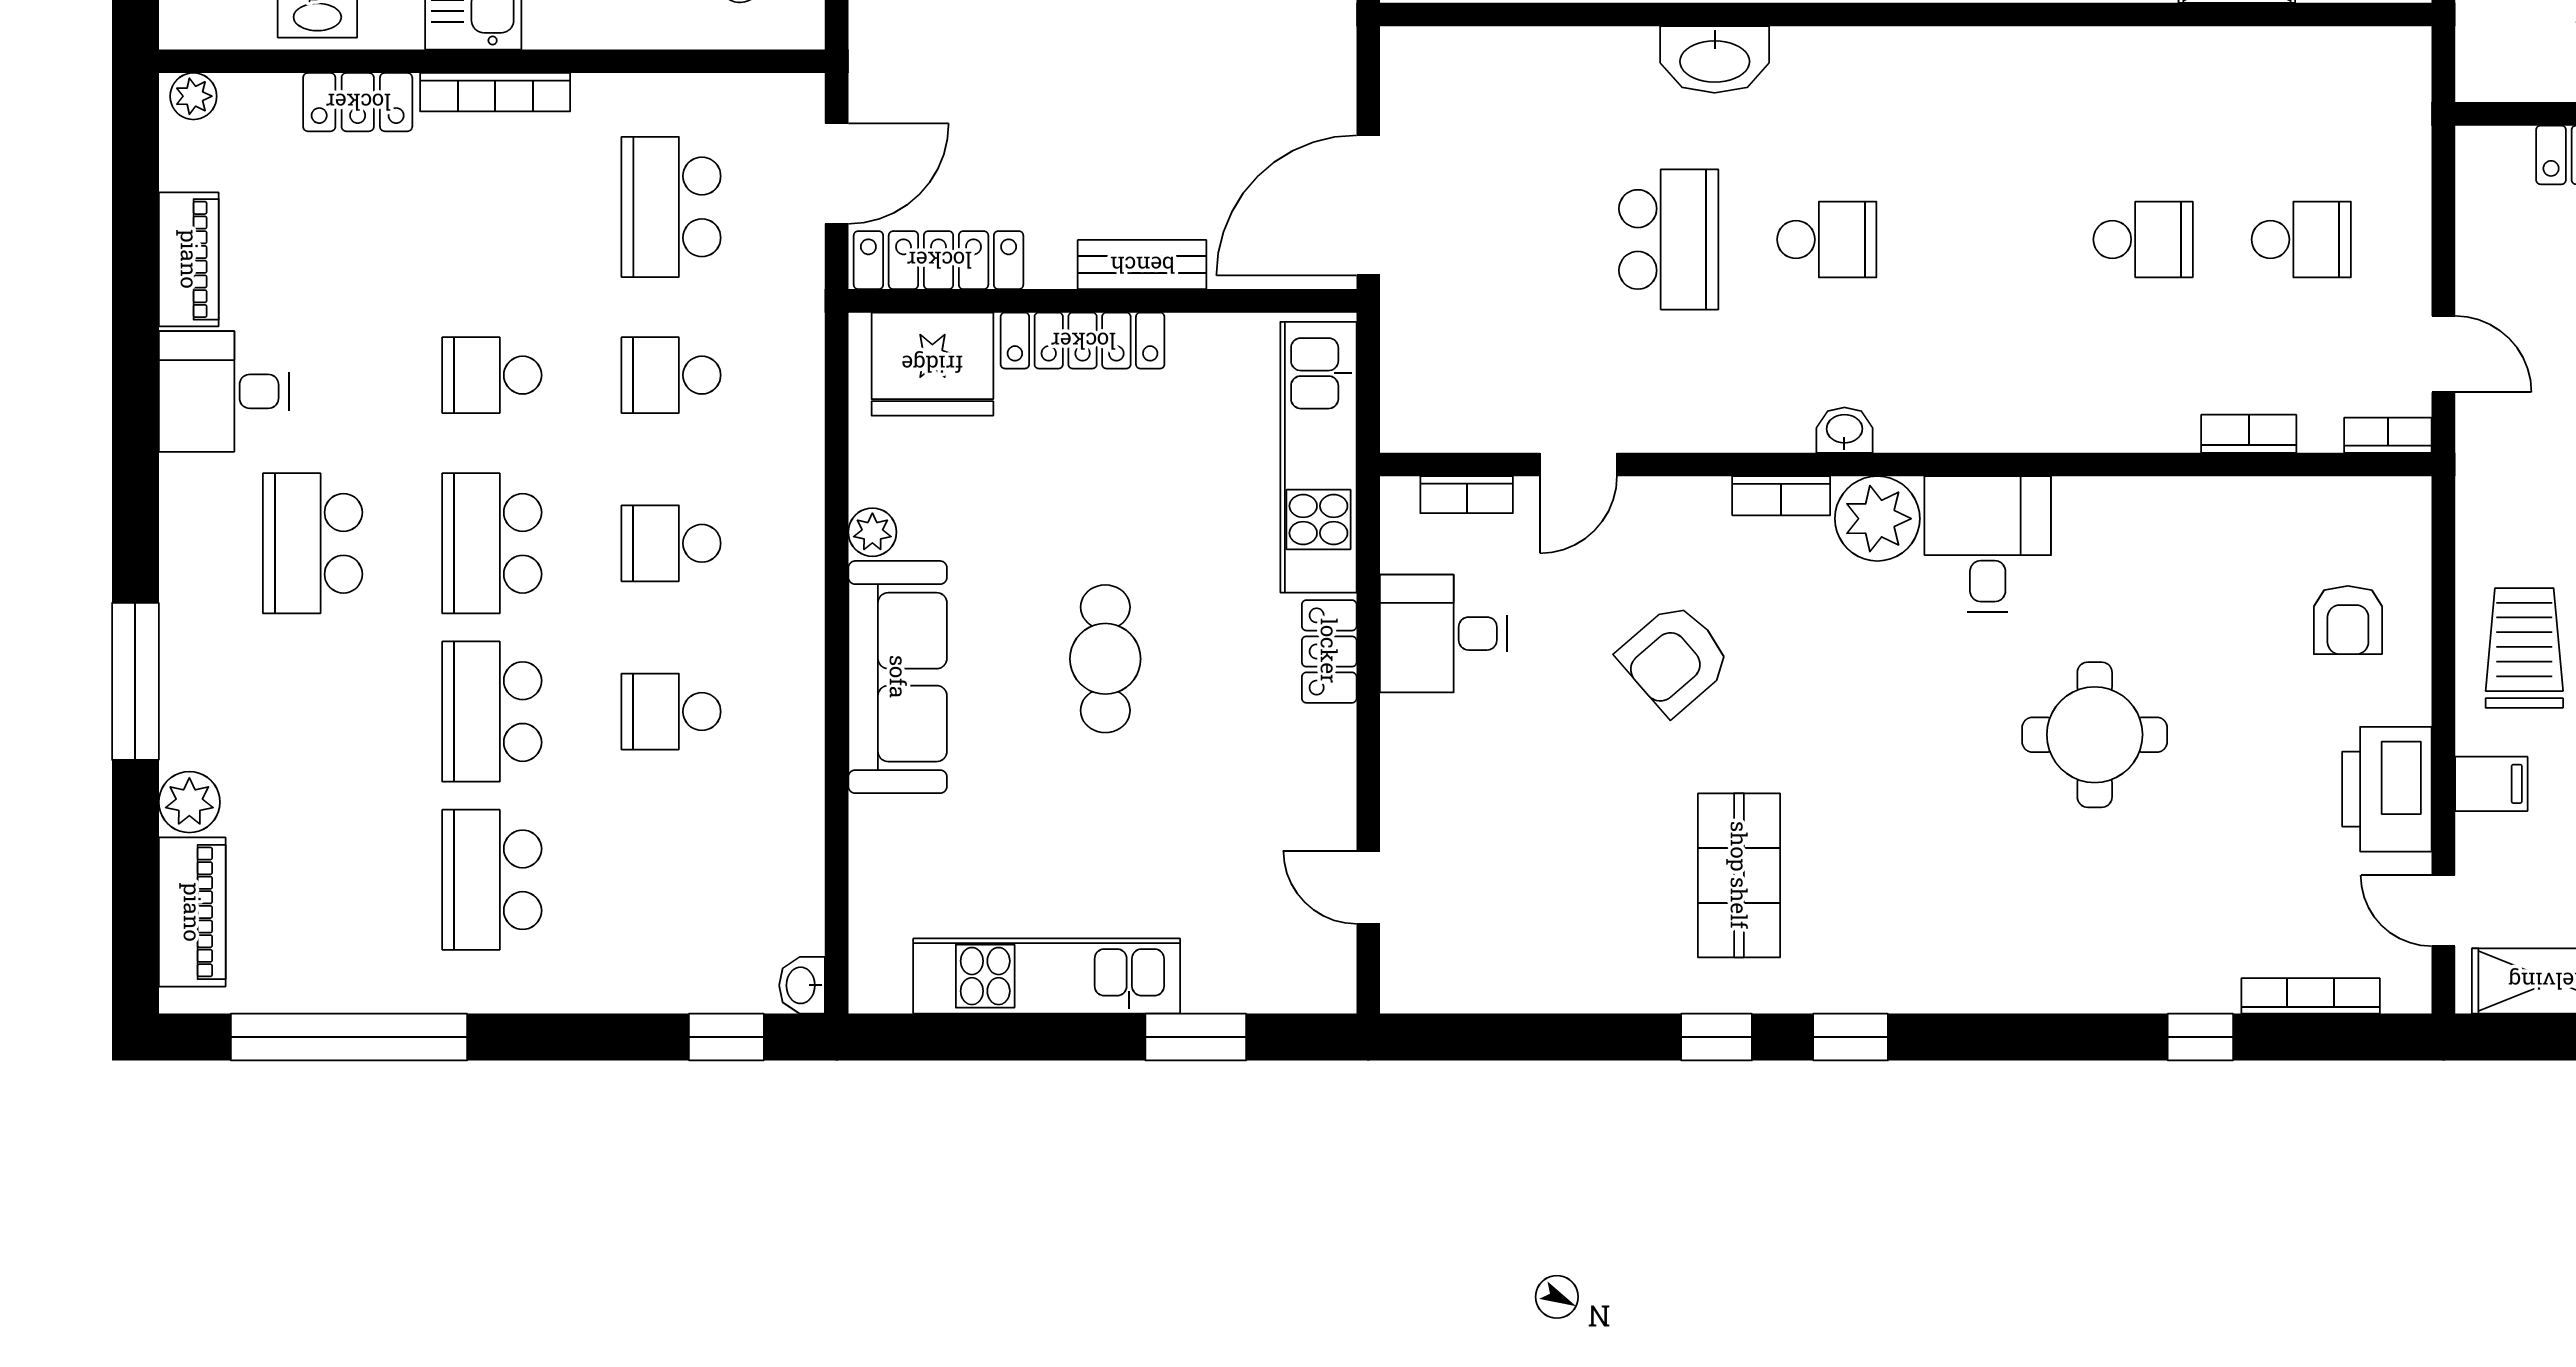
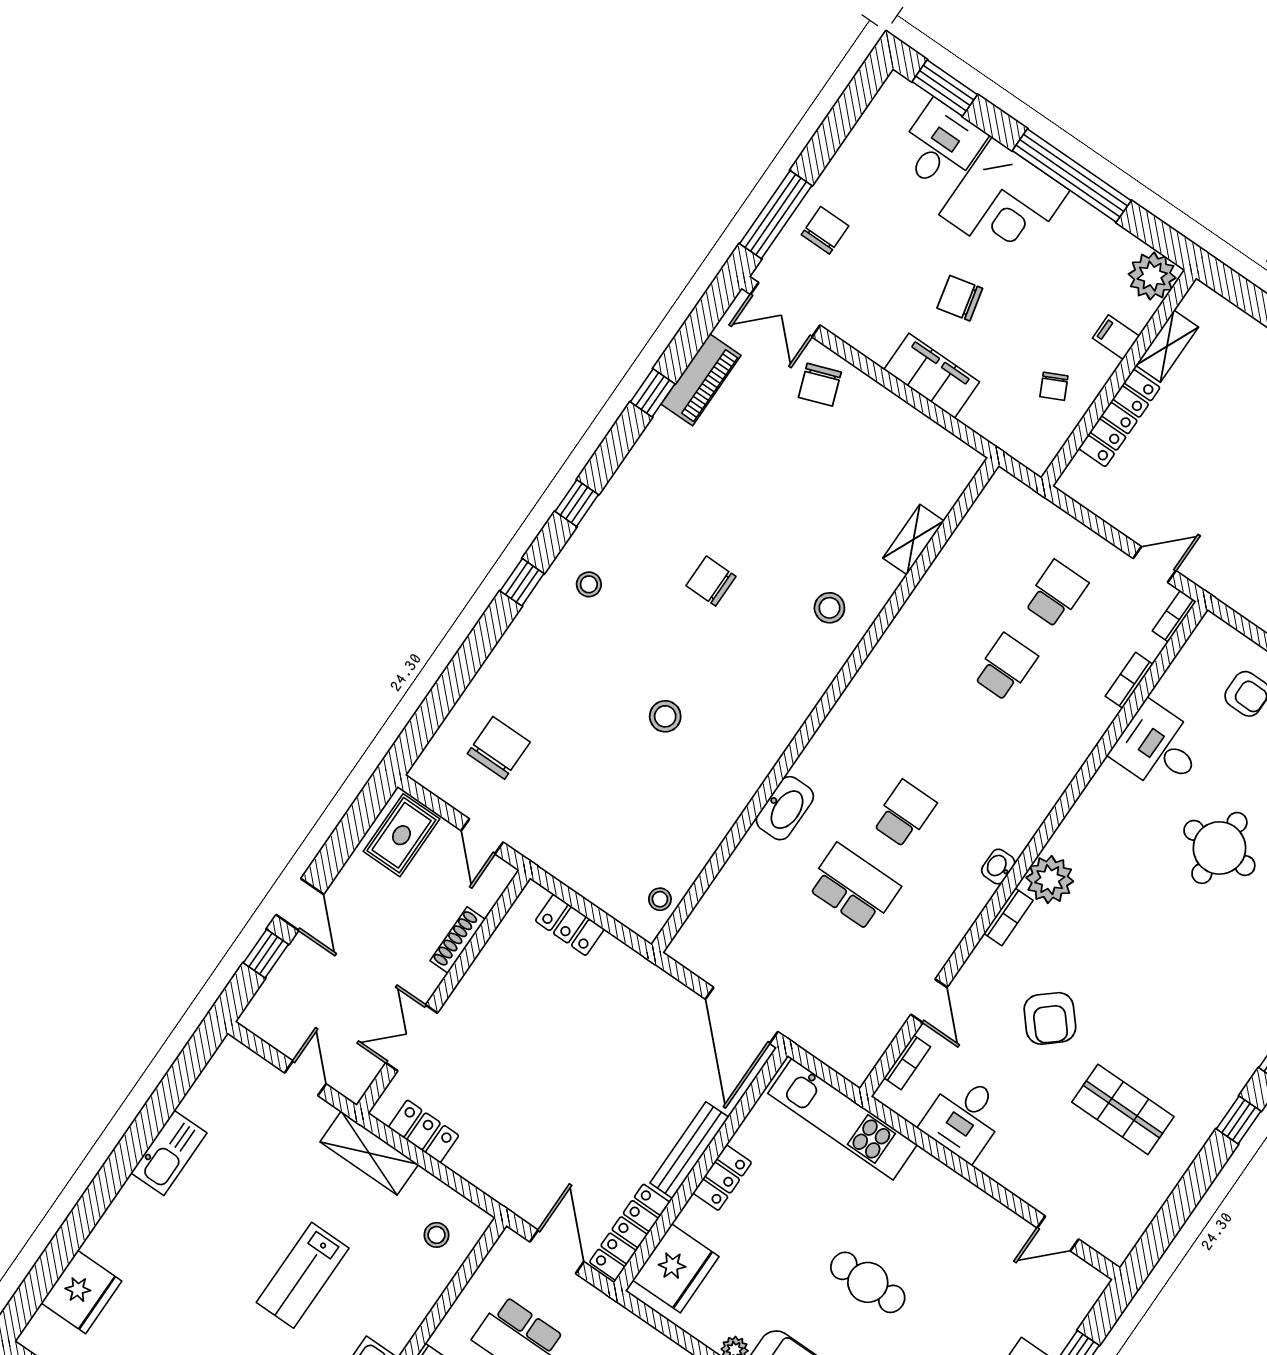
bench: (1142, 265) -> (689, 1150), width x1.36
locker: (1083, 341) -> (722, 1178), width x0.66
desk: (1988, 544) -> (1158, 748), moved
locker: (1329, 651) -> (936, 1176), removed
shop shelf: (1739, 875) -> (1123, 1109), moved

